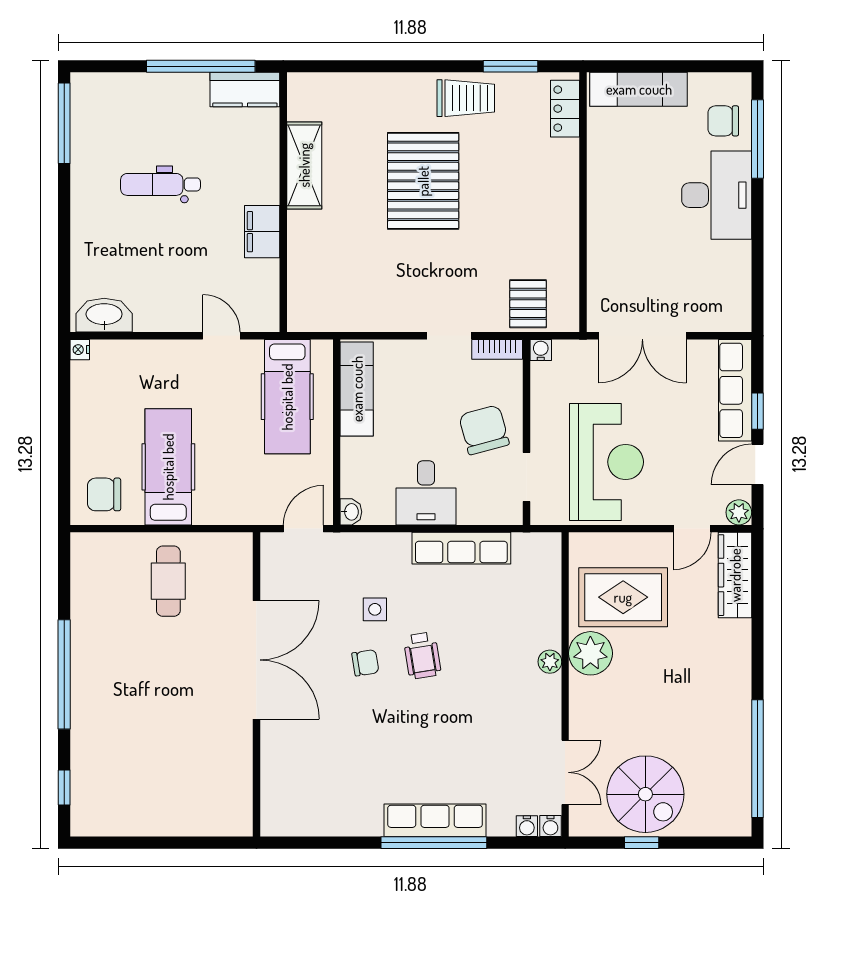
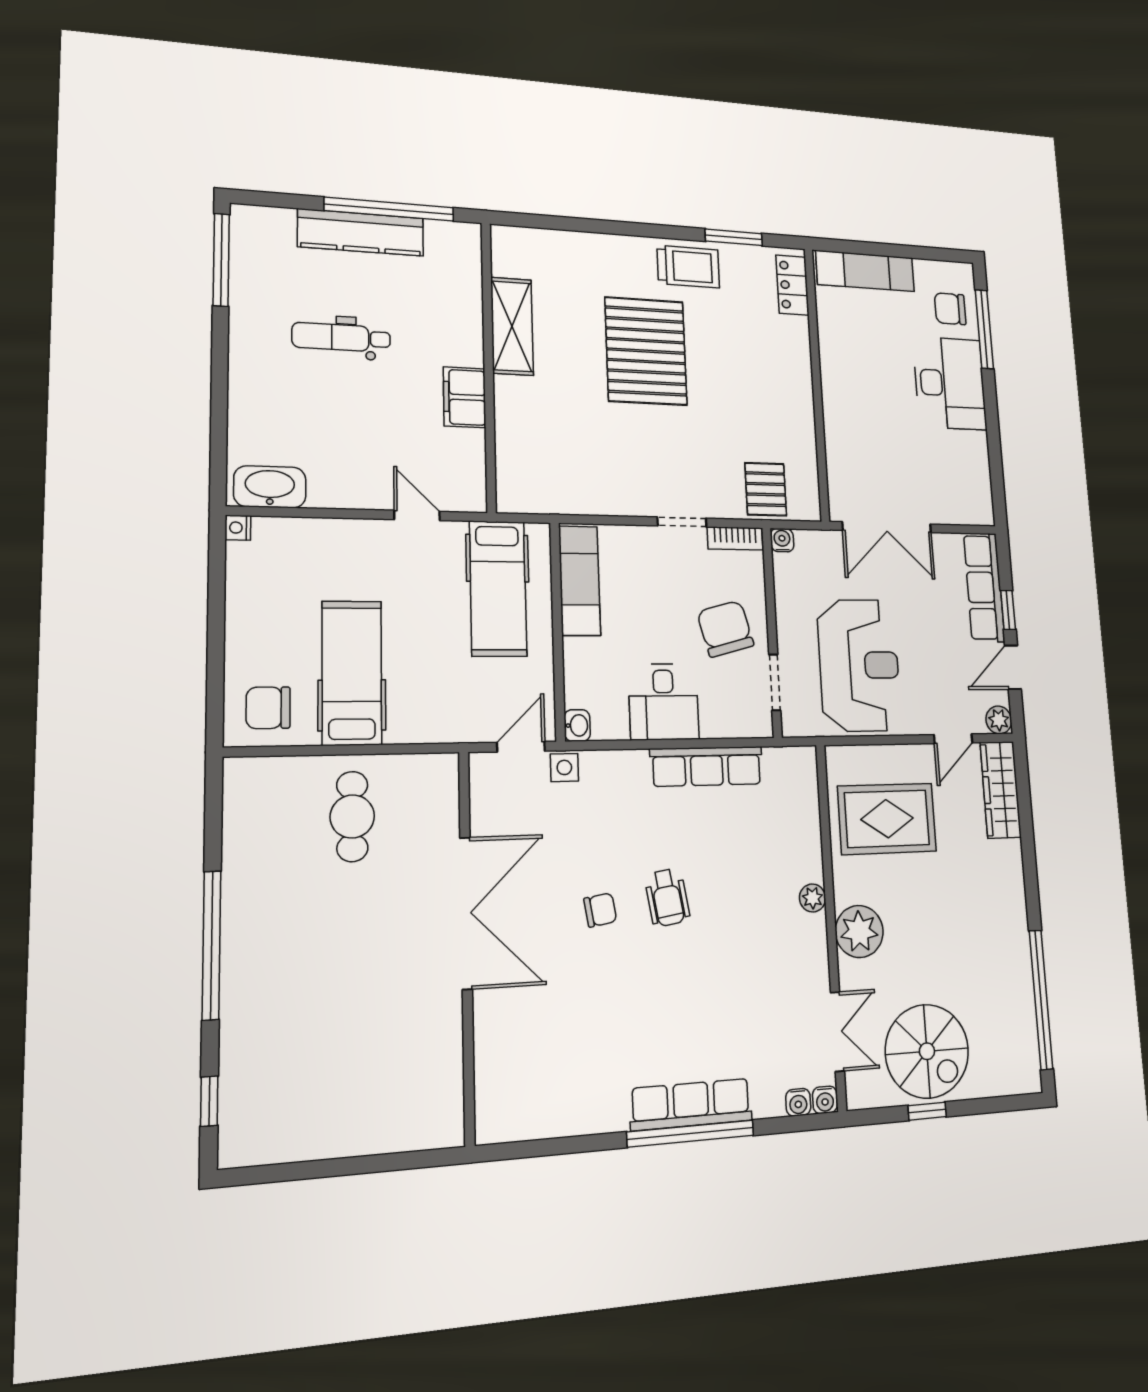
kitchen counter: (245, 90) -> (361, 232), moved, width x1.50
side table: (375, 609) -> (564, 767), moved
plant: (590, 653) -> (859, 931), moved

